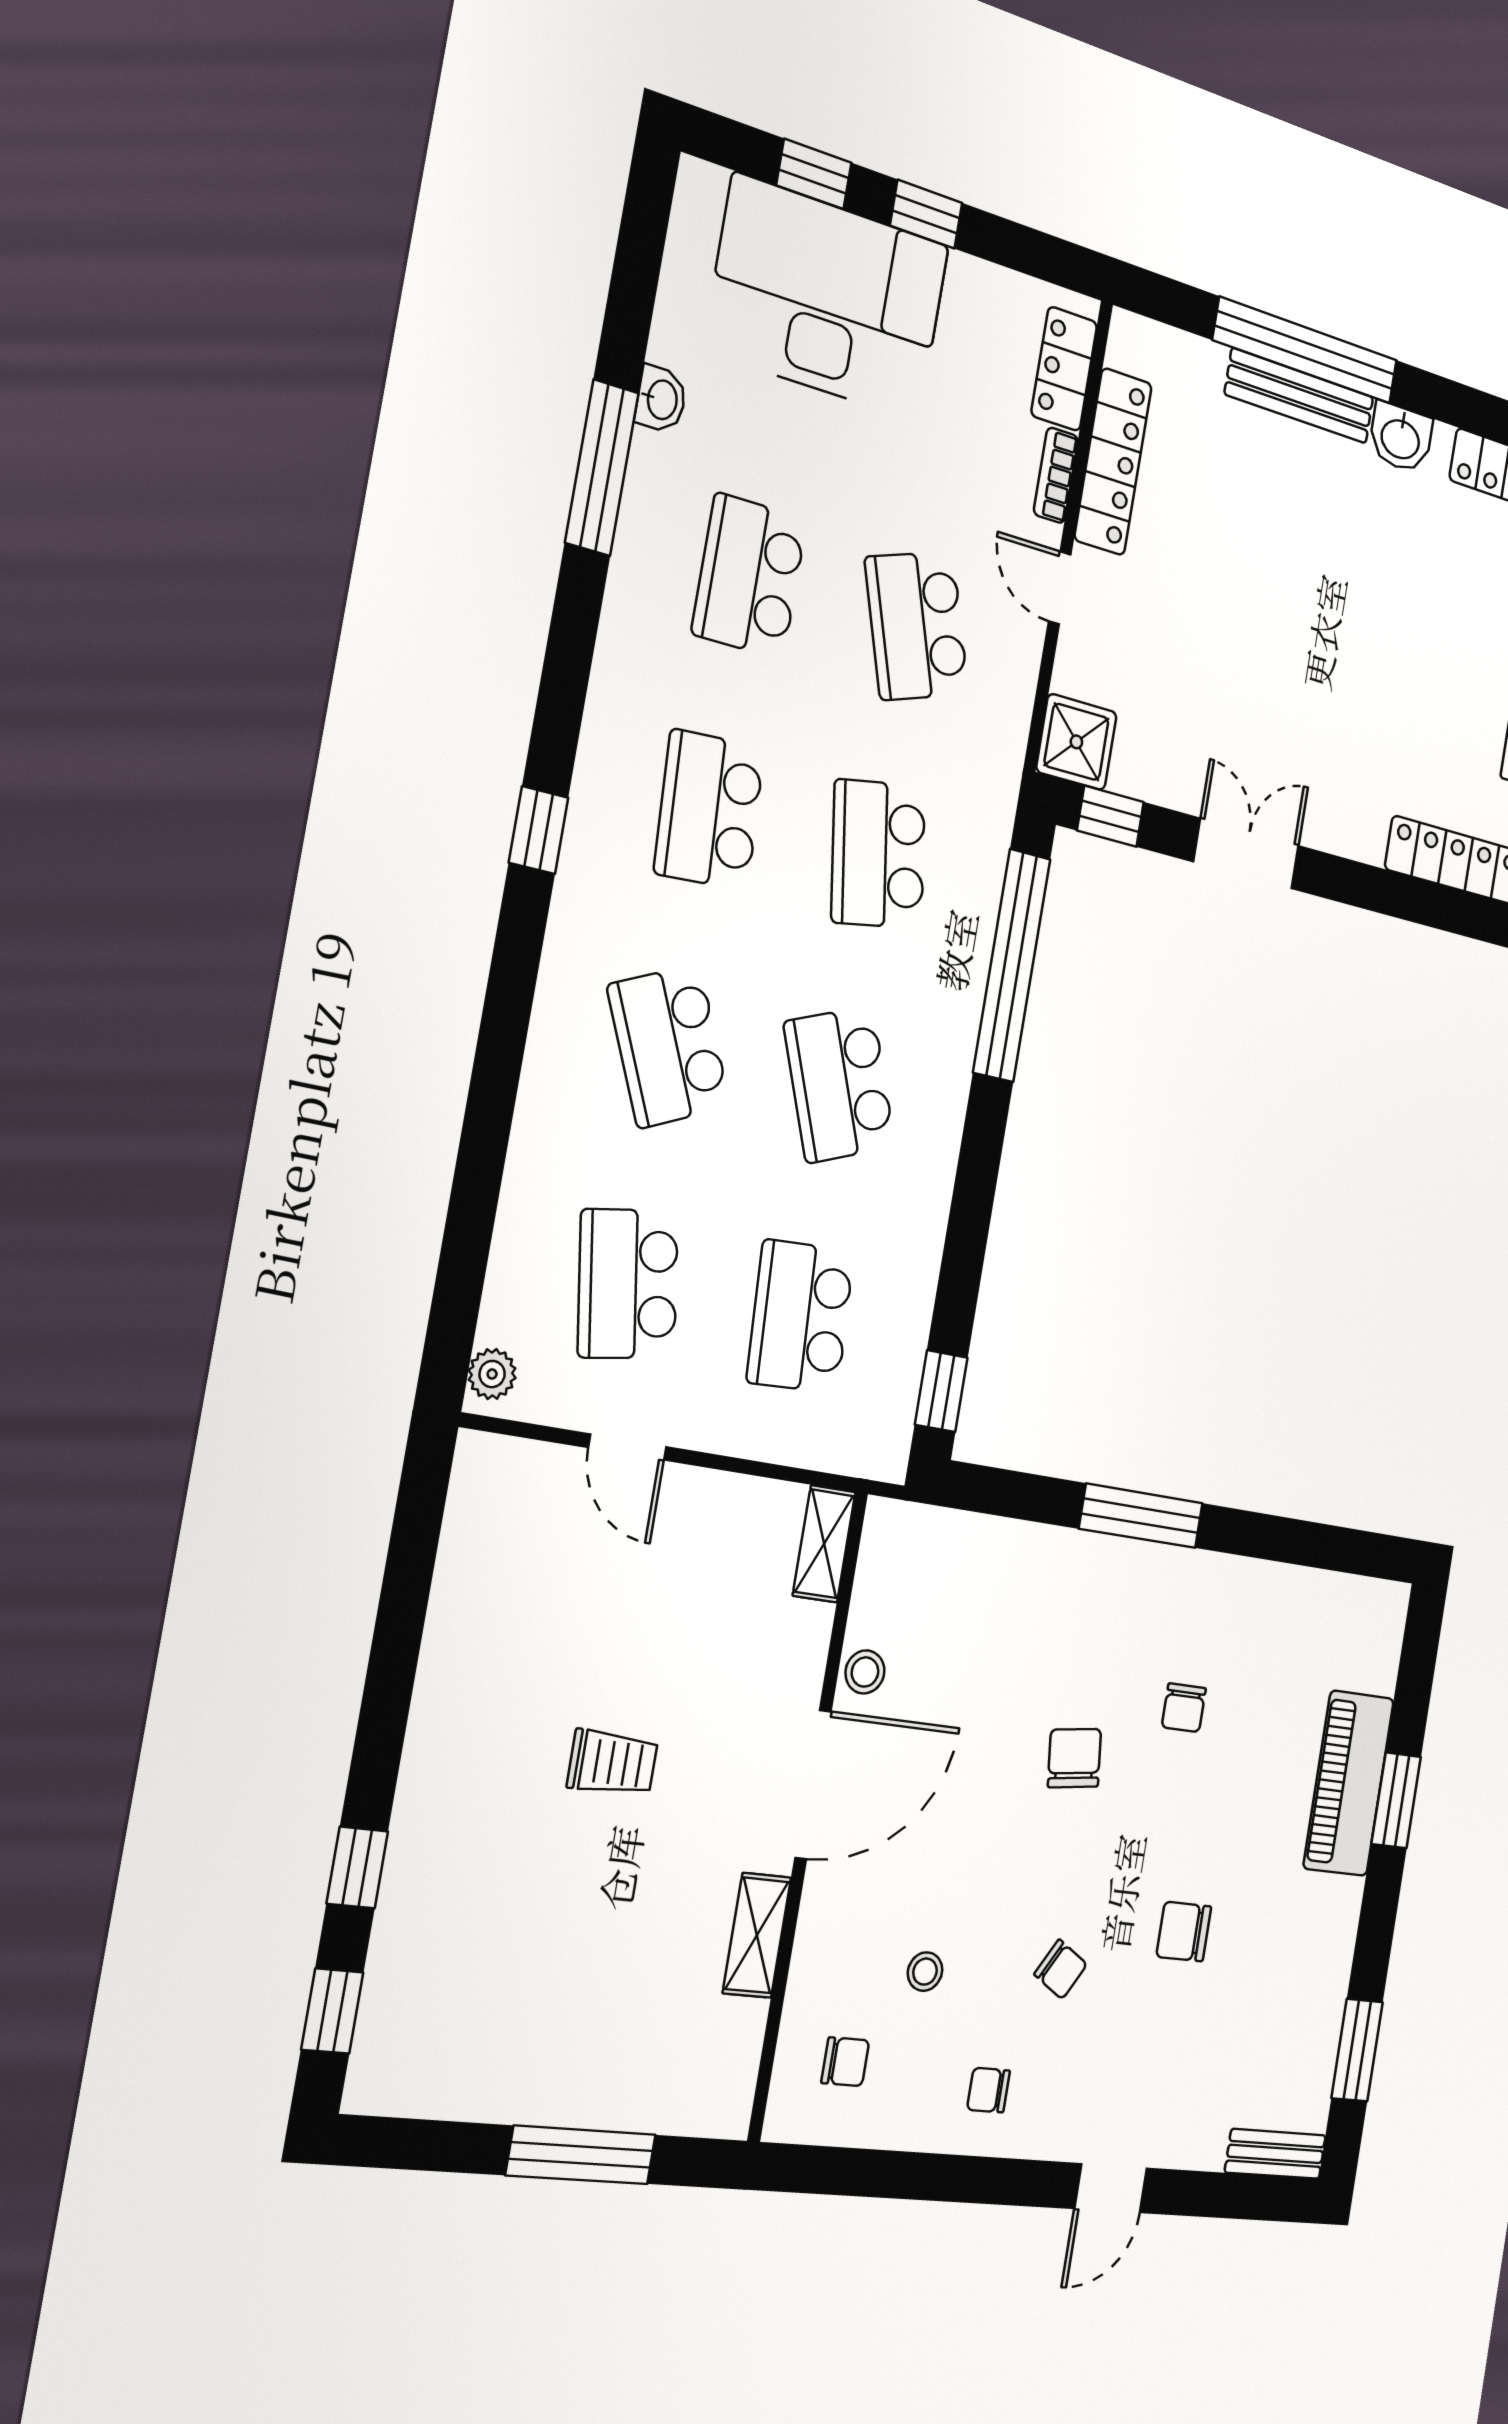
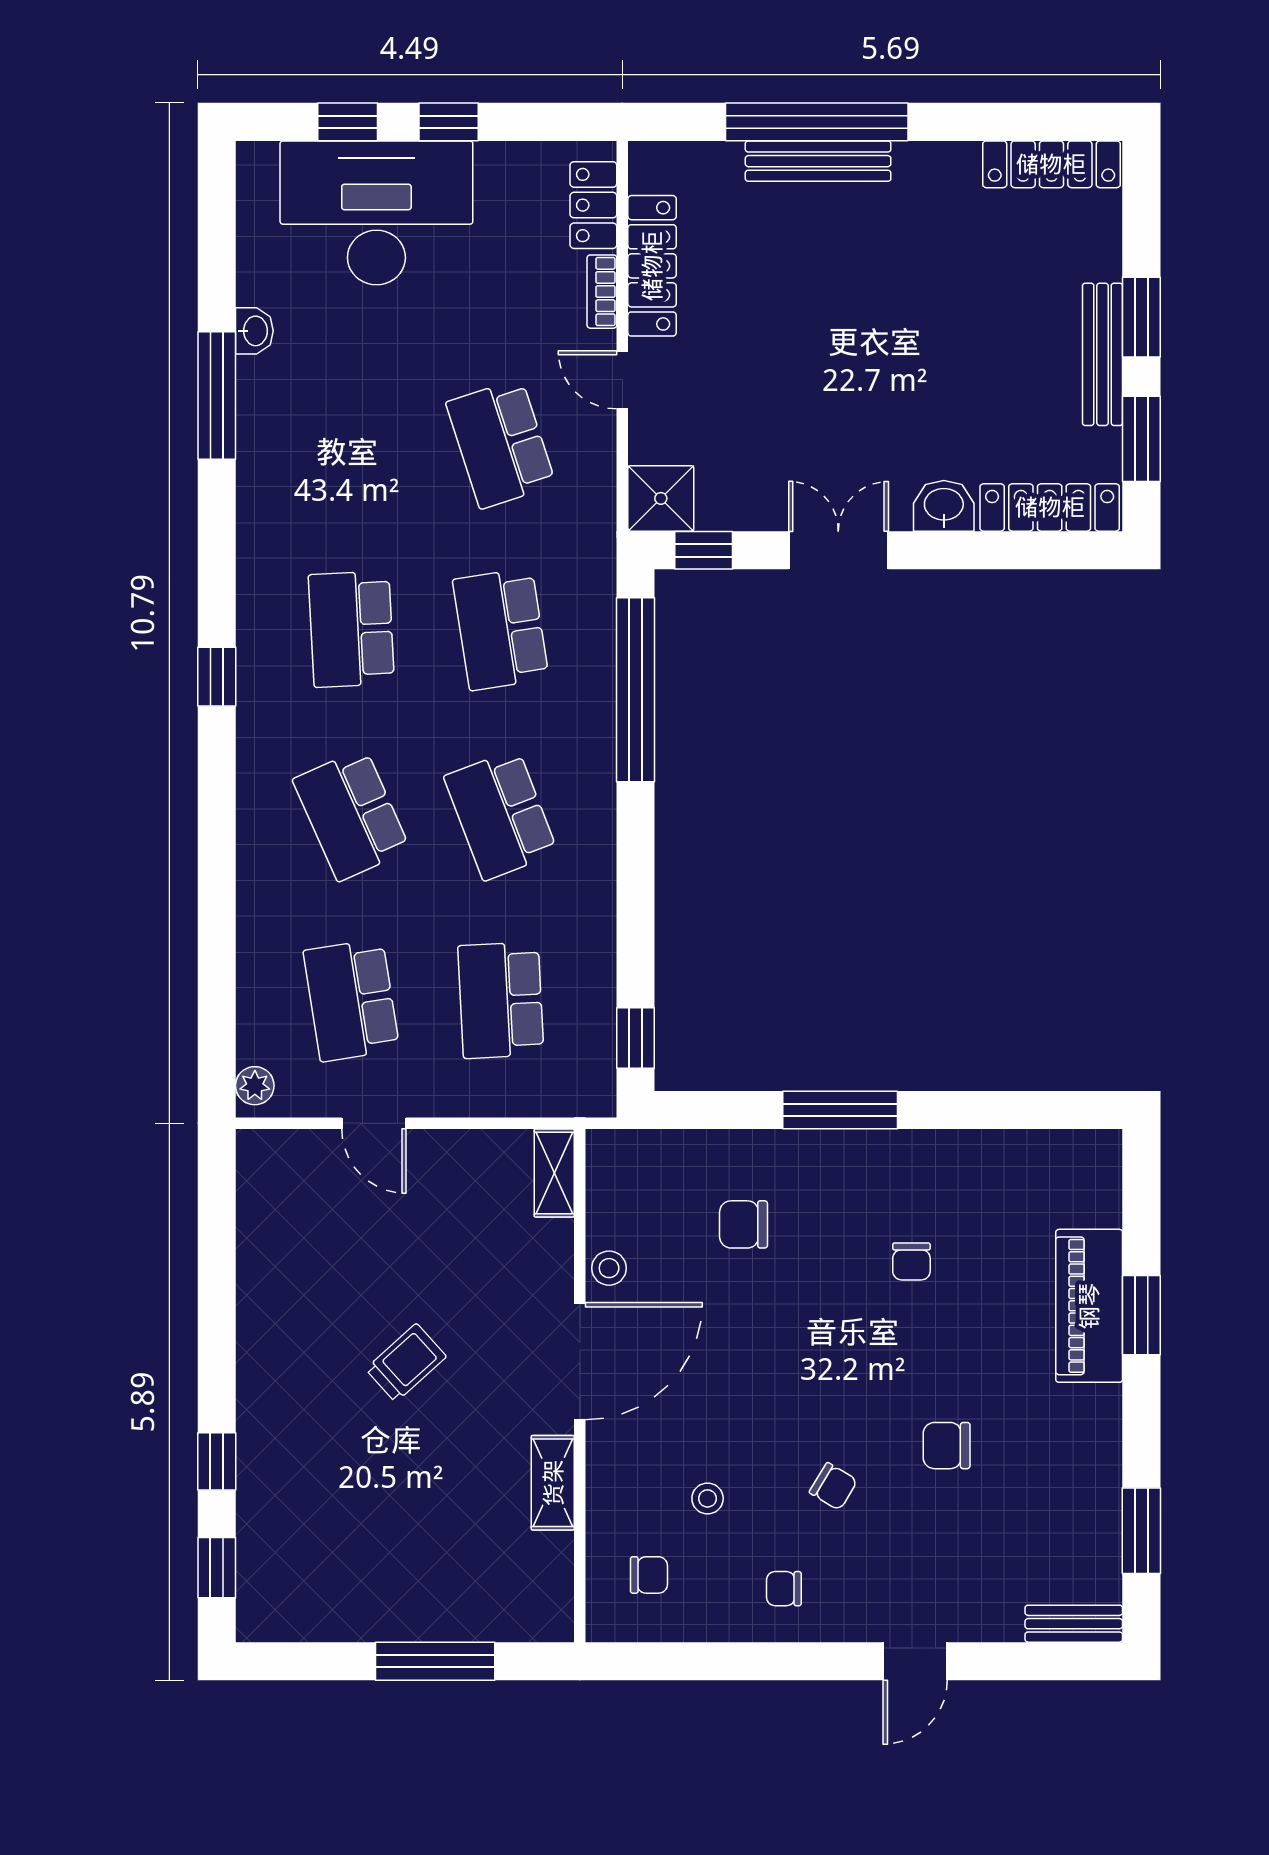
washbasin: (1400, 438) -> (944, 506), moved, turned 180
school desk: (749, 576) -> (351, 444), removed
chair: (1074, 1758) -> (743, 1224), moved, turned -83
trolley: (613, 1763) -> (406, 1363), turned -42

